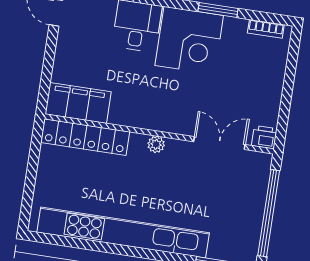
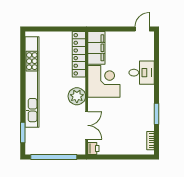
corner desk: (189, 40) -> (104, 81), moved, turned 180
plant: (156, 144) -> (77, 96), width x1.88, depth x1.88

